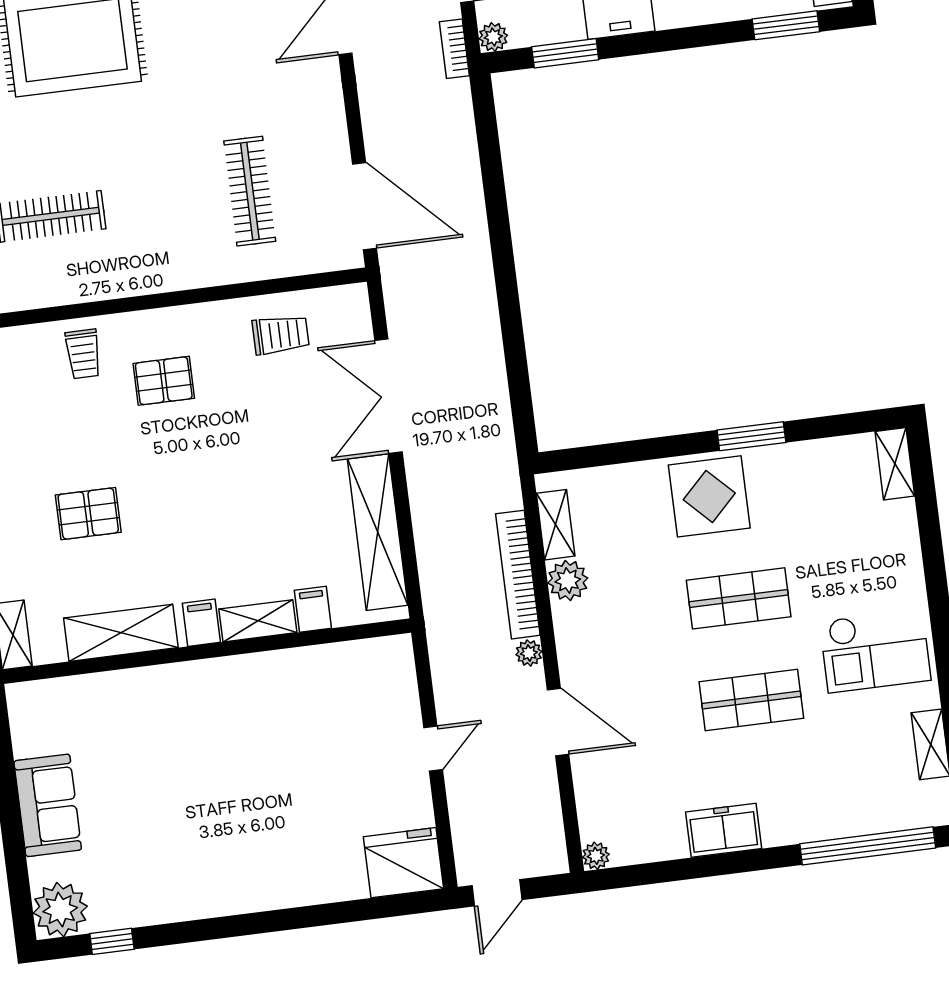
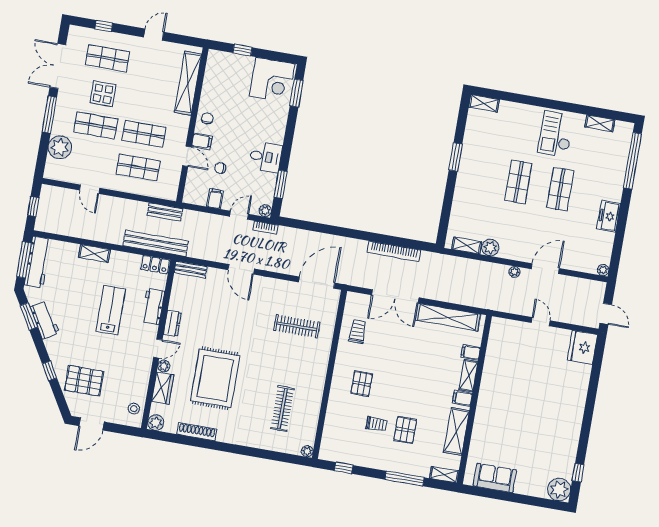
trolley: (83, 354) -> (377, 424), moved
display table: (709, 496) -> (474, 181), removed
bookcase: (518, 575) -> (394, 251), moved
checkout: (875, 651) -> (556, 134), turned 180
sofa: (48, 805) -> (495, 478), moved

